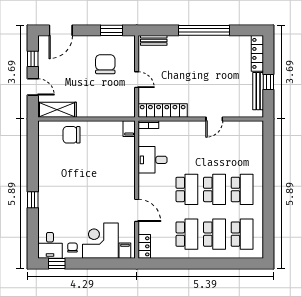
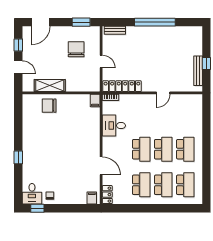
locker: (257, 53) -> (198, 41), removed
shelving: (57, 110) -> (50, 86), moved
corner desk: (100, 241) -> (72, 190), removed

